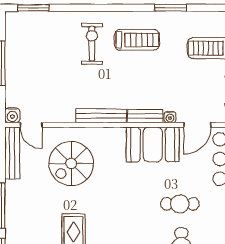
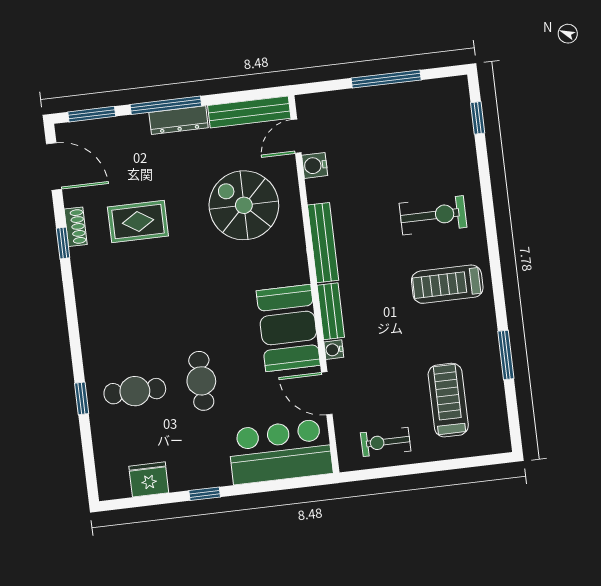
window: (33, 8) -> (478, 118), width x0.67
window: (171, 8) -> (506, 355), moved
treadmill: (137, 40) -> (447, 284), turned 90
water cooler: (12, 115) -> (315, 165), moved
dresser: (12, 199) -> (179, 120), added

